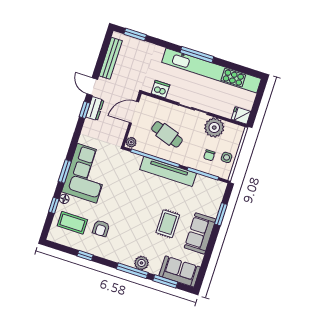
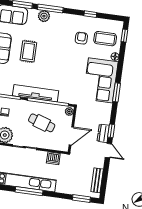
bench: (111, 58) -> (97, 180), width x0.73
window: (65, 171) -> (117, 92), moved
window: (54, 205) -> (124, 36), moved

